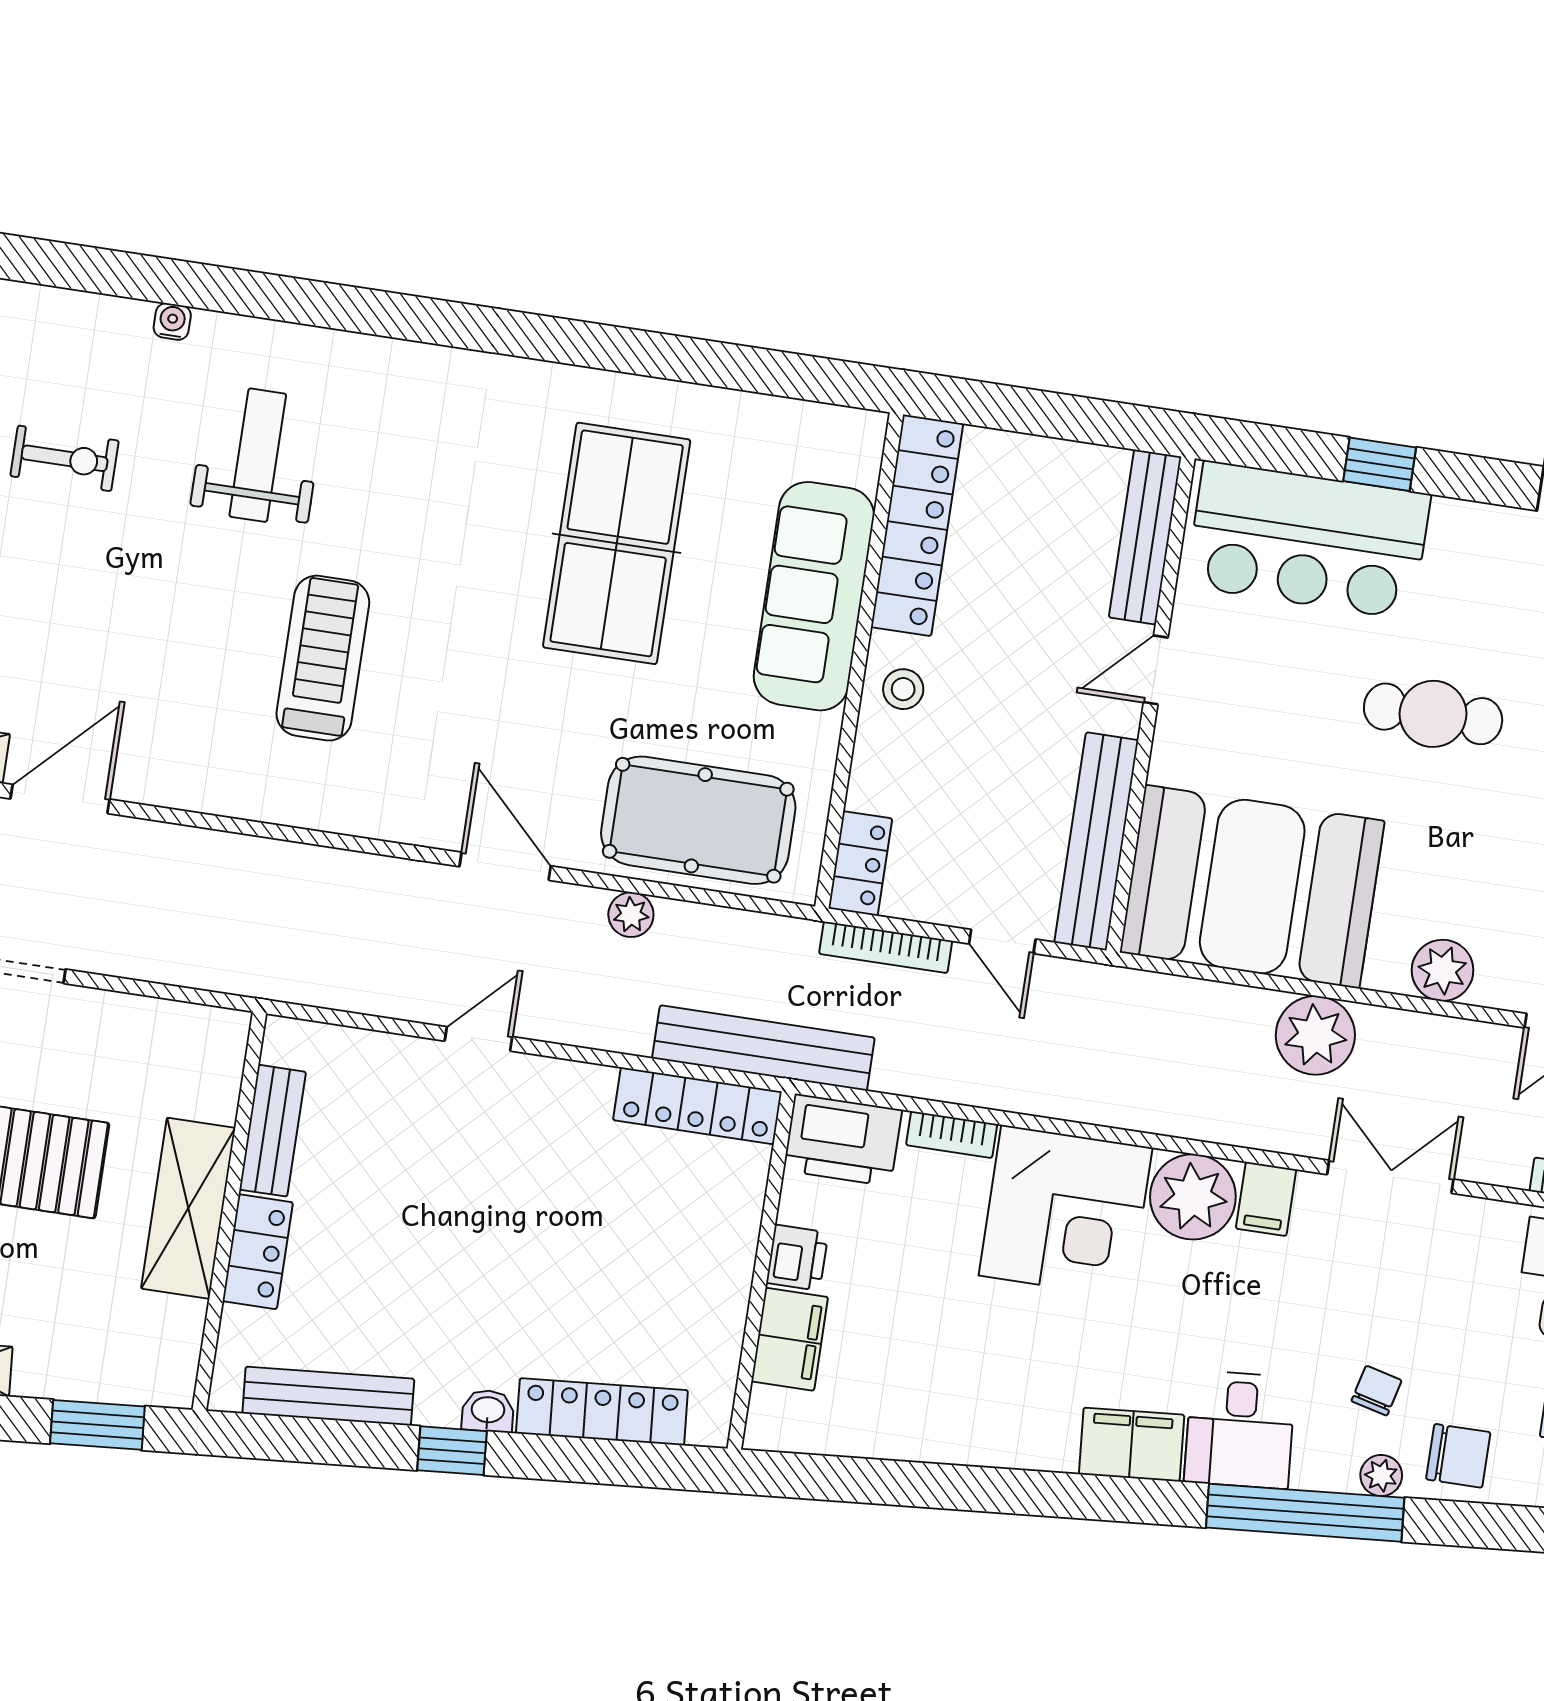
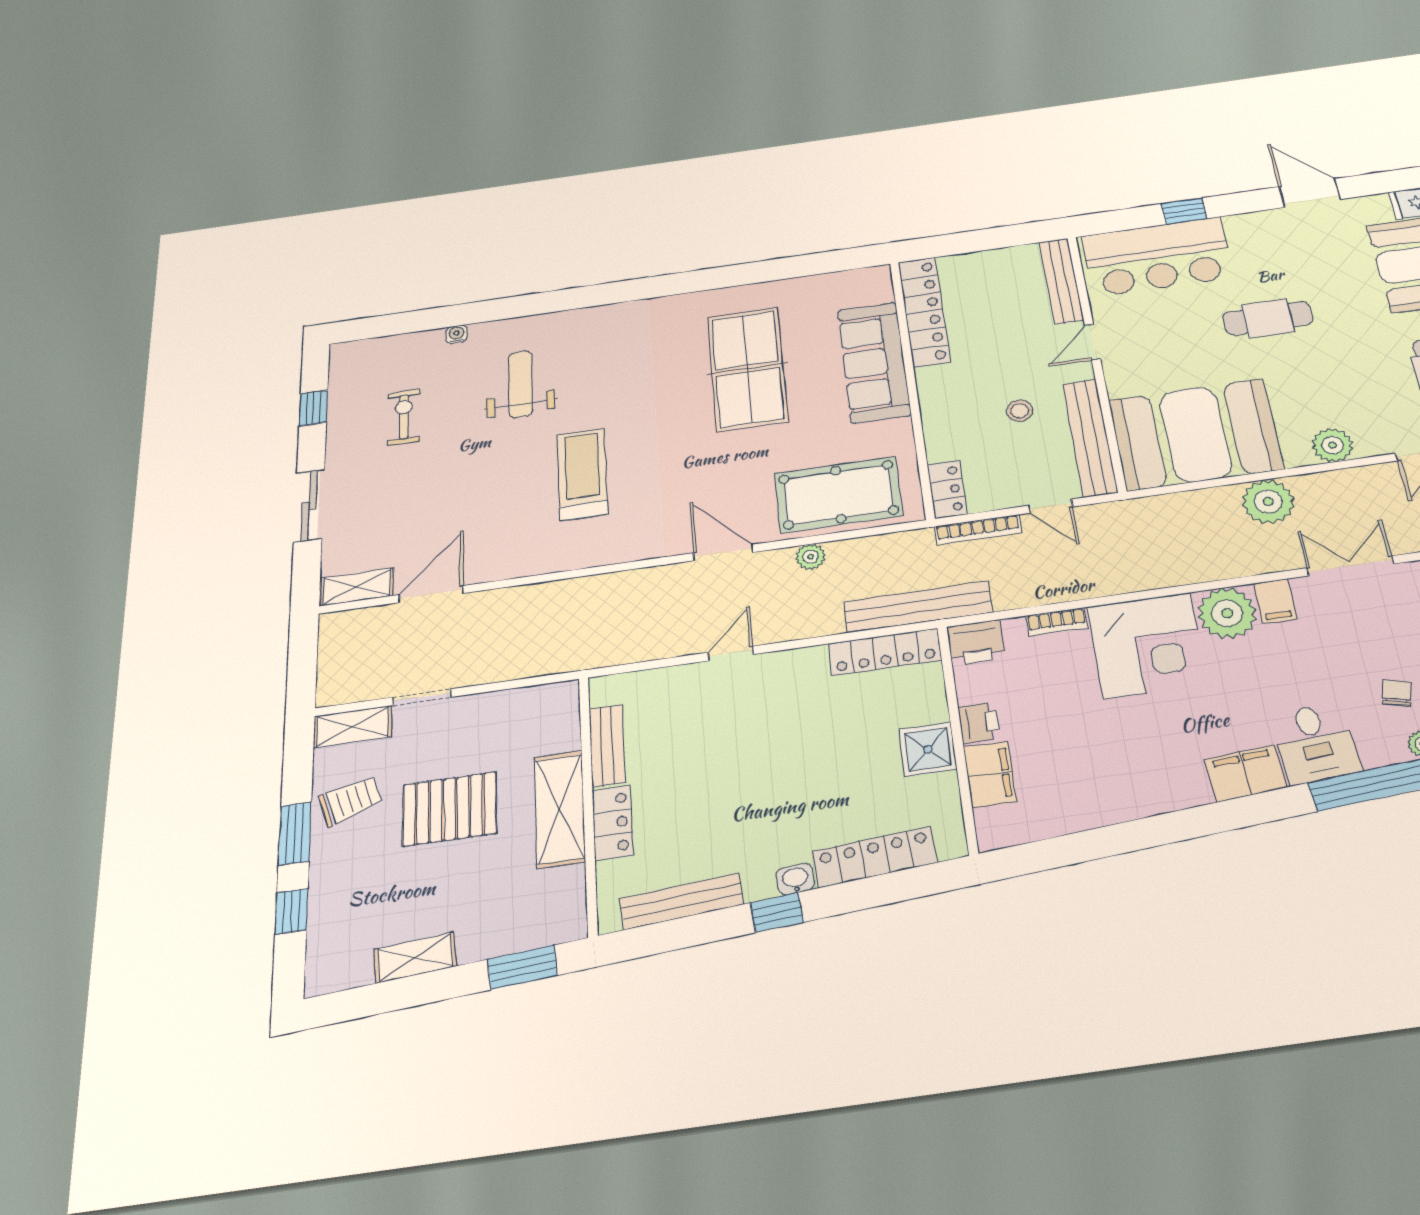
exercise bike: (65, 458) -> (404, 417), turned -90
stool: (903, 689) -> (1020, 411), moved
printer: (843, 1140) -> (976, 643), width x0.73, depth x0.84
shower: (716, 1276) -> (928, 749), added

